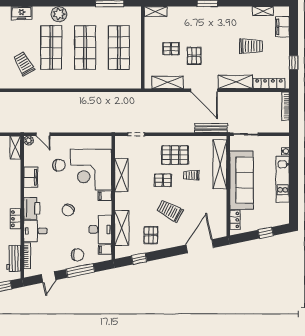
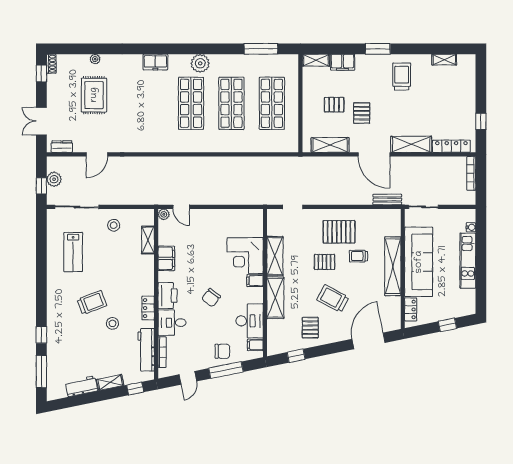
filing cabinet: (282, 27) -> (343, 62), moved, turned -90
trolley: (251, 46) -> (402, 77), moved, turned -90
trolley: (24, 64) -> (158, 123), removed
bench: (211, 128) -> (387, 200), width x0.73
shelving: (15, 148) -> (148, 240), moved
shelving: (220, 164) -> (393, 266), moved
chair: (59, 165) -> (200, 244), removed
corner desk: (91, 169) -> (245, 256), width x0.74, depth x0.74
shelving: (122, 228) -> (275, 298), moved
workbench: (14, 258) -> (146, 350), width x1.38

